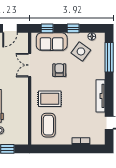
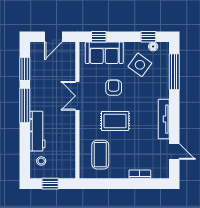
window: (73, 28) -> (148, 37), moved
double door: (30, 65) -> (77, 96), moved
rug: (50, 99) -> (115, 121), moved

